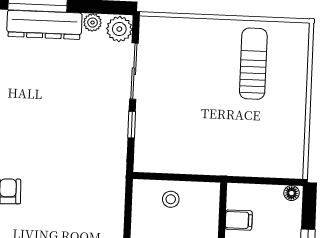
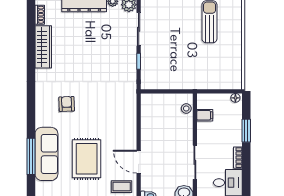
stool: (171, 199) -> (186, 108), moved

